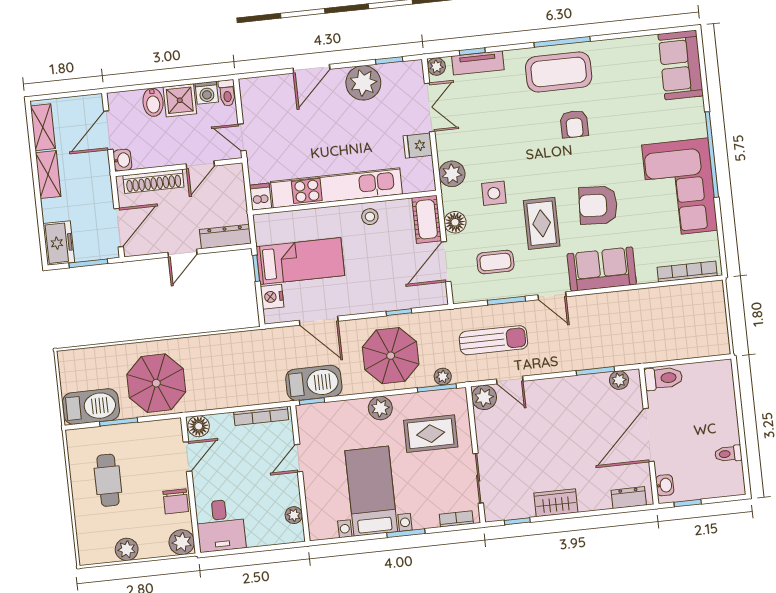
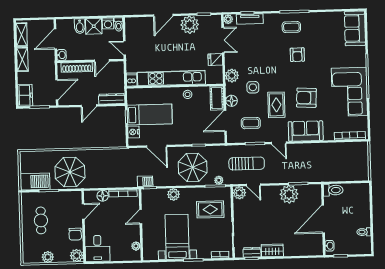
coffee table: (559, 72) -> (291, 27), width x0.54, depth x0.58
plant: (619, 380) -> (289, 194), moved, width x1.87, depth x1.87
barbecue: (314, 383) -> (145, 181), width x0.53, depth x0.65
plant: (380, 408) -> (174, 194), moved
floor lamp: (199, 426) -> (103, 196), moved
dresser: (629, 498) -> (252, 252), moved

